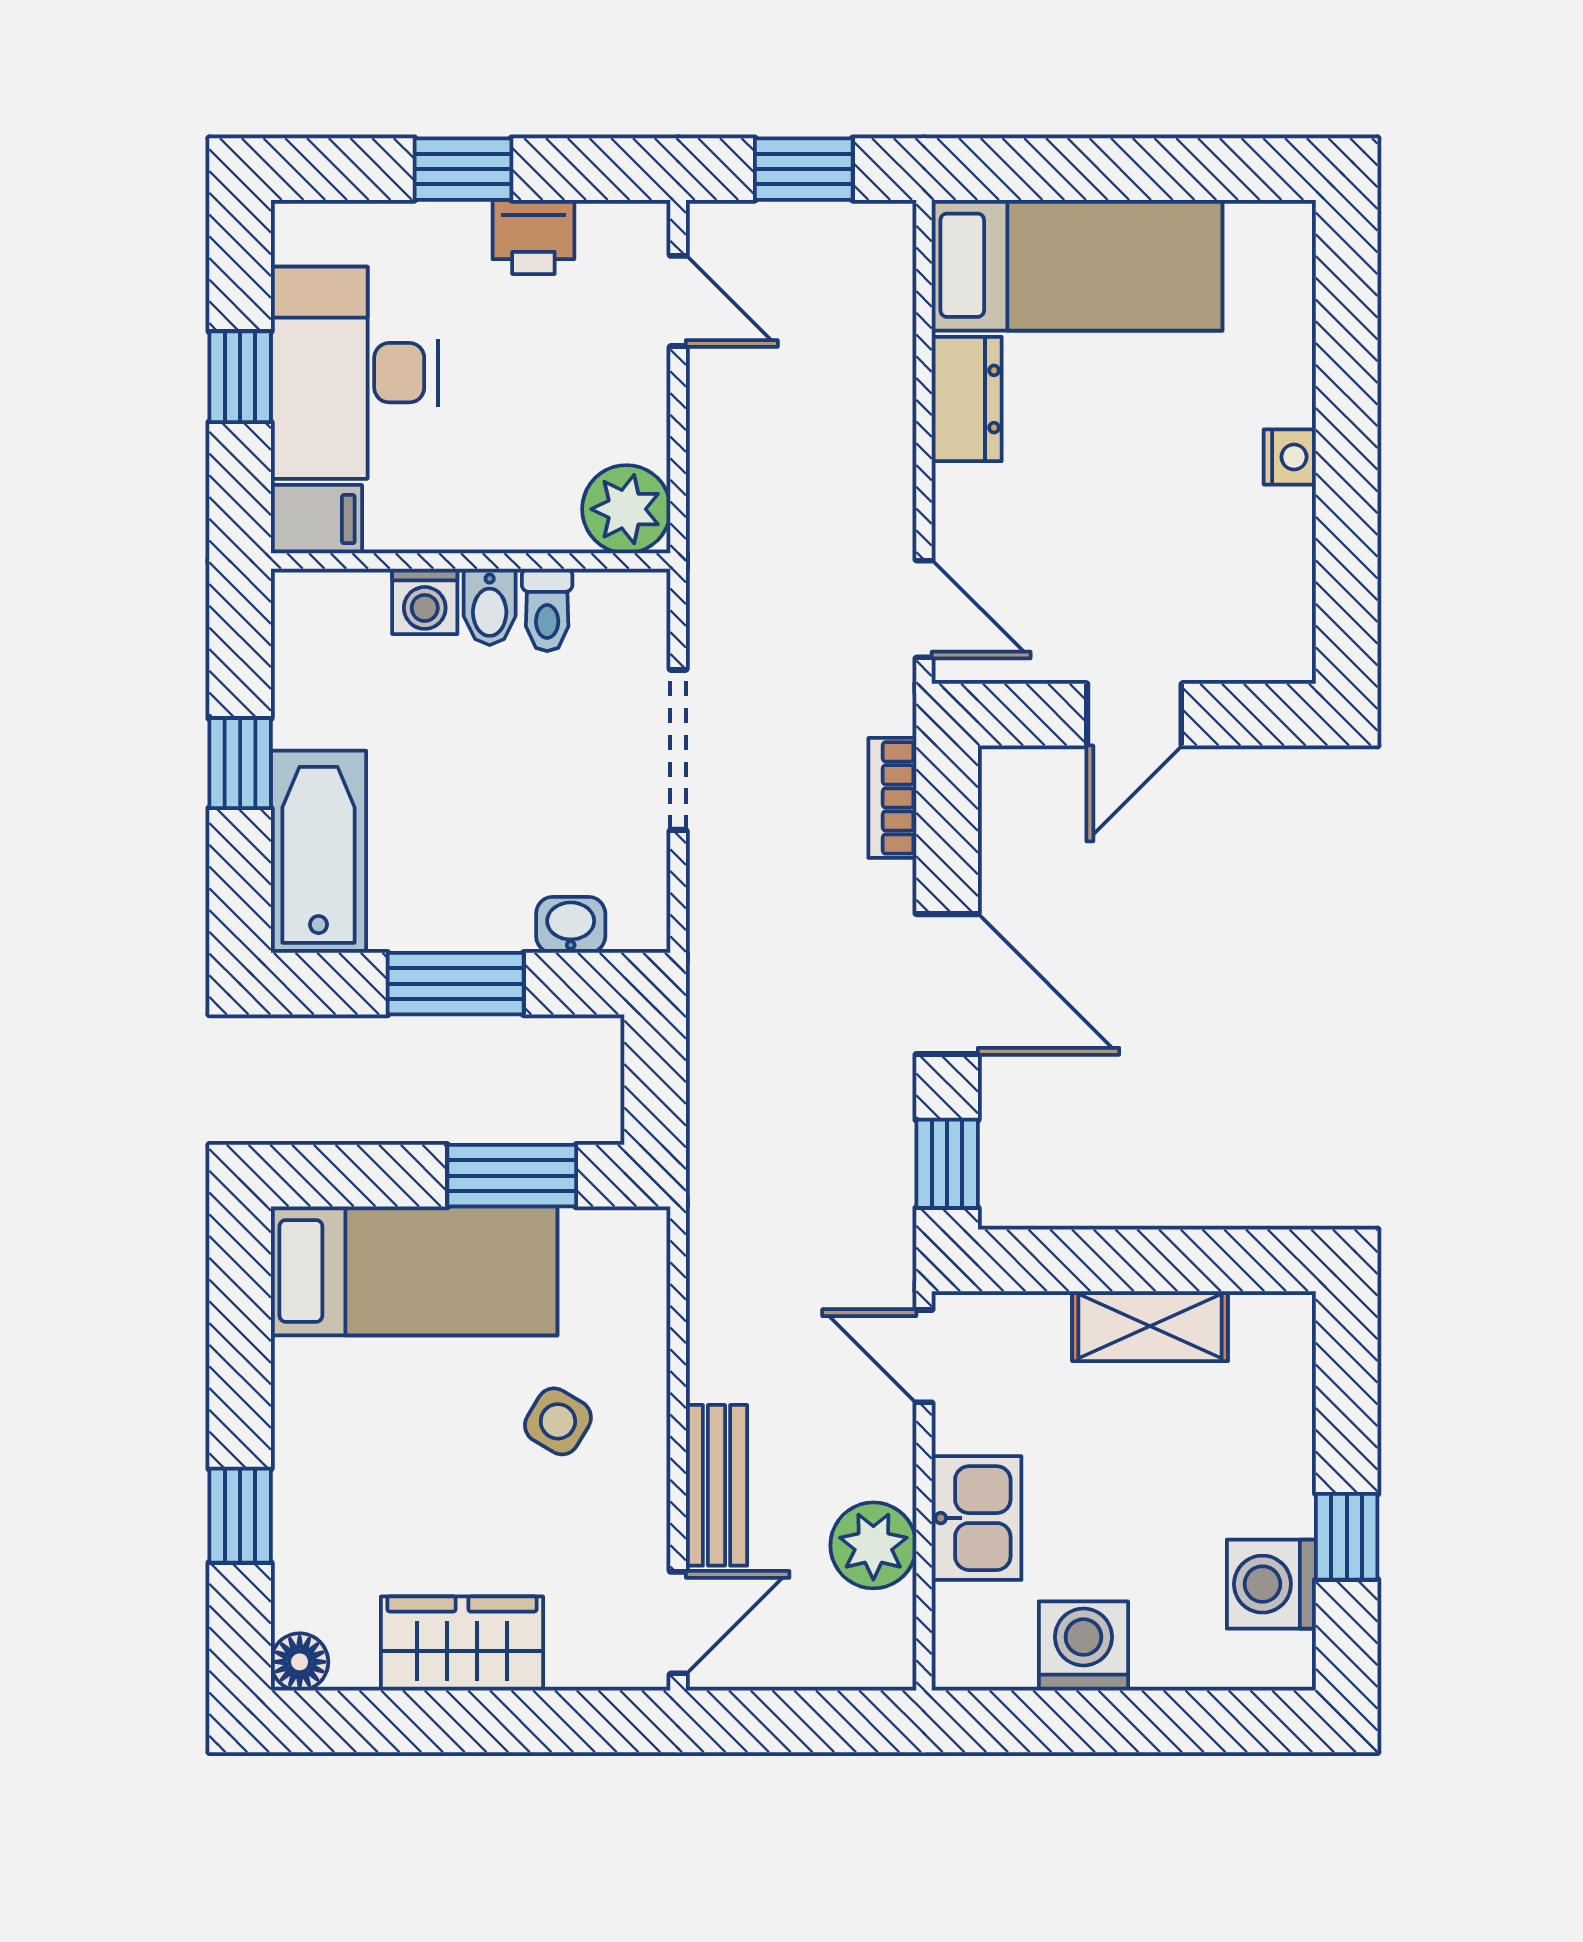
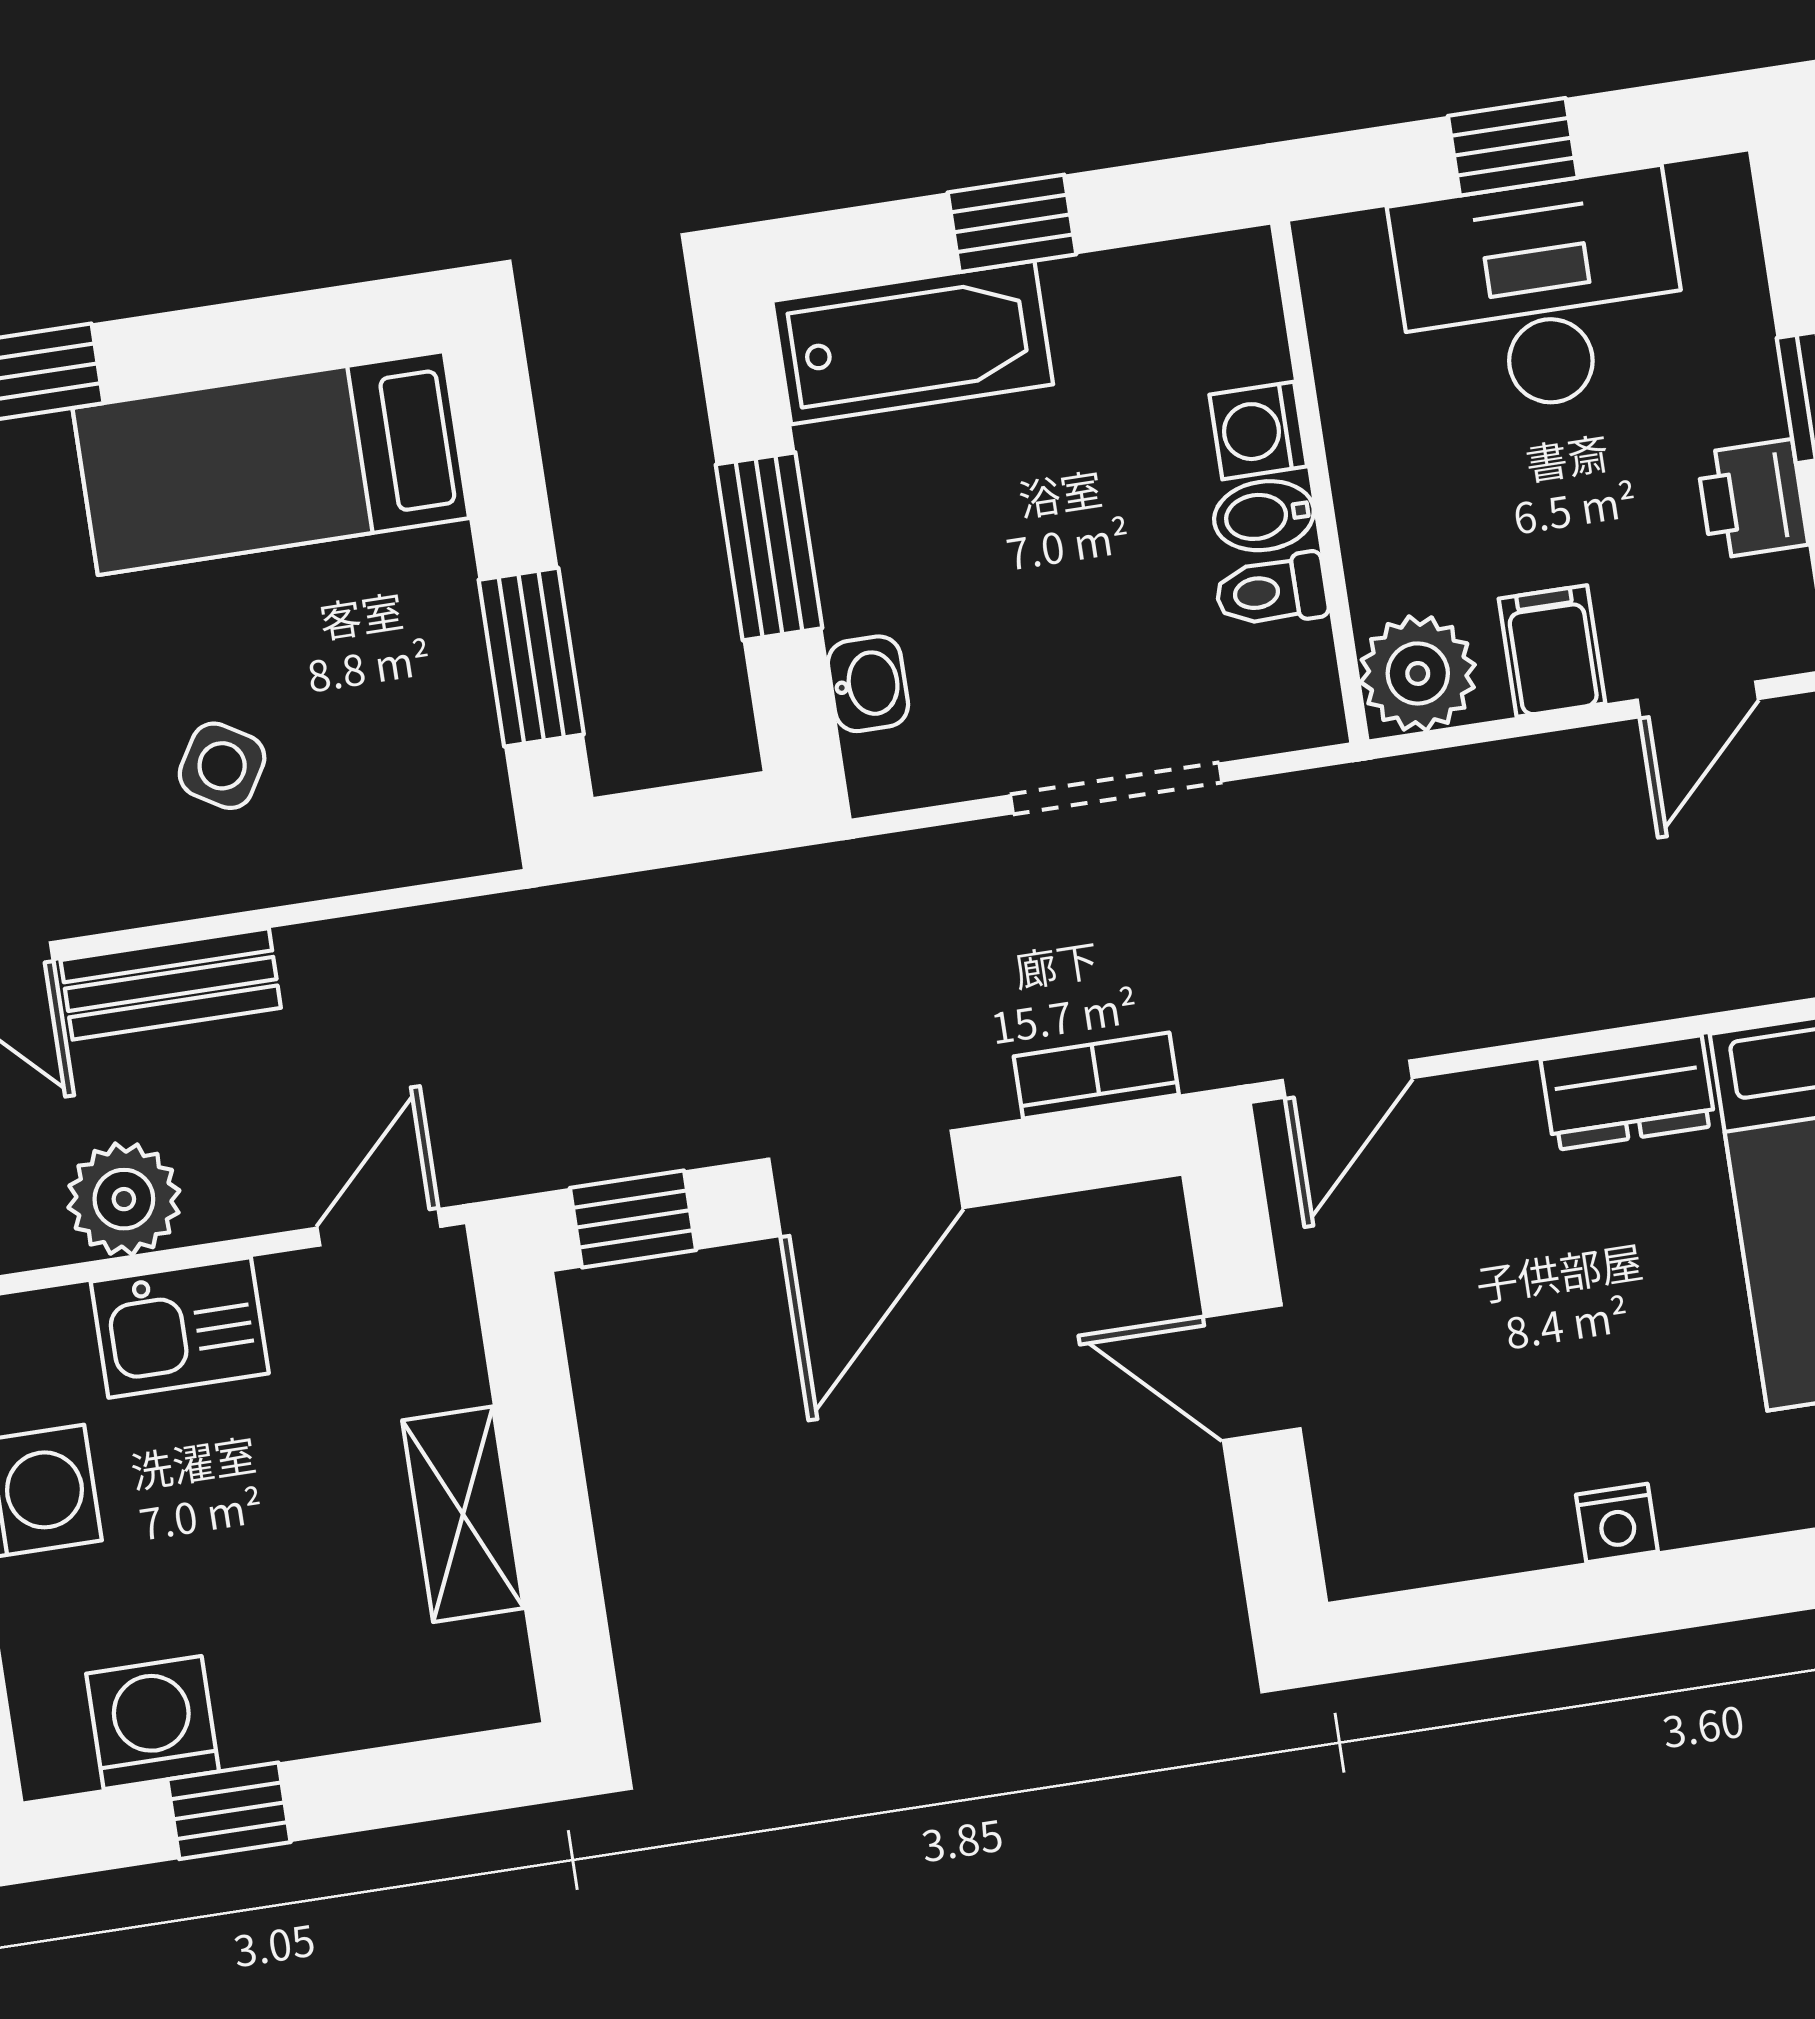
filing cabinet: (316, 519) -> (1552, 651), moved, turned 180
bed: (414, 1271) -> (271, 463), moved, turned 90

